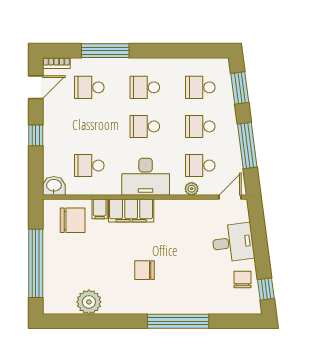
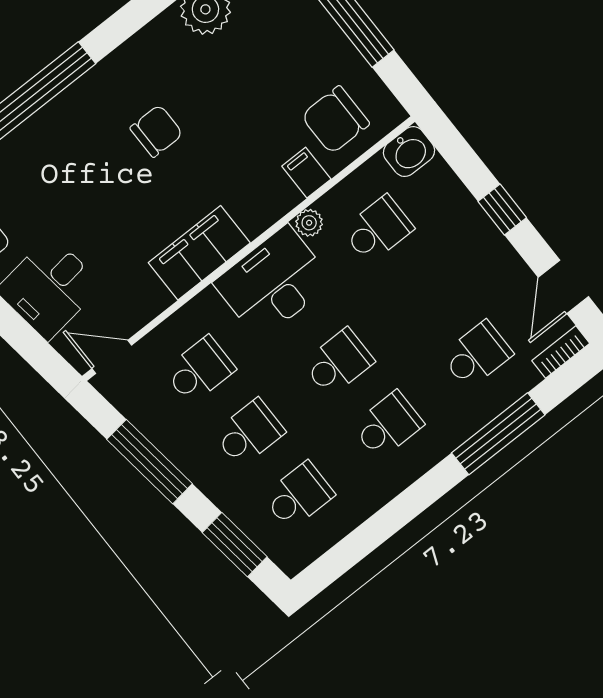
plant: (192, 189) -> (309, 223), moved
door: (230, 197) -> (112, 357), swing flipped
filing cabinet: (131, 211) -> (199, 253), moved

